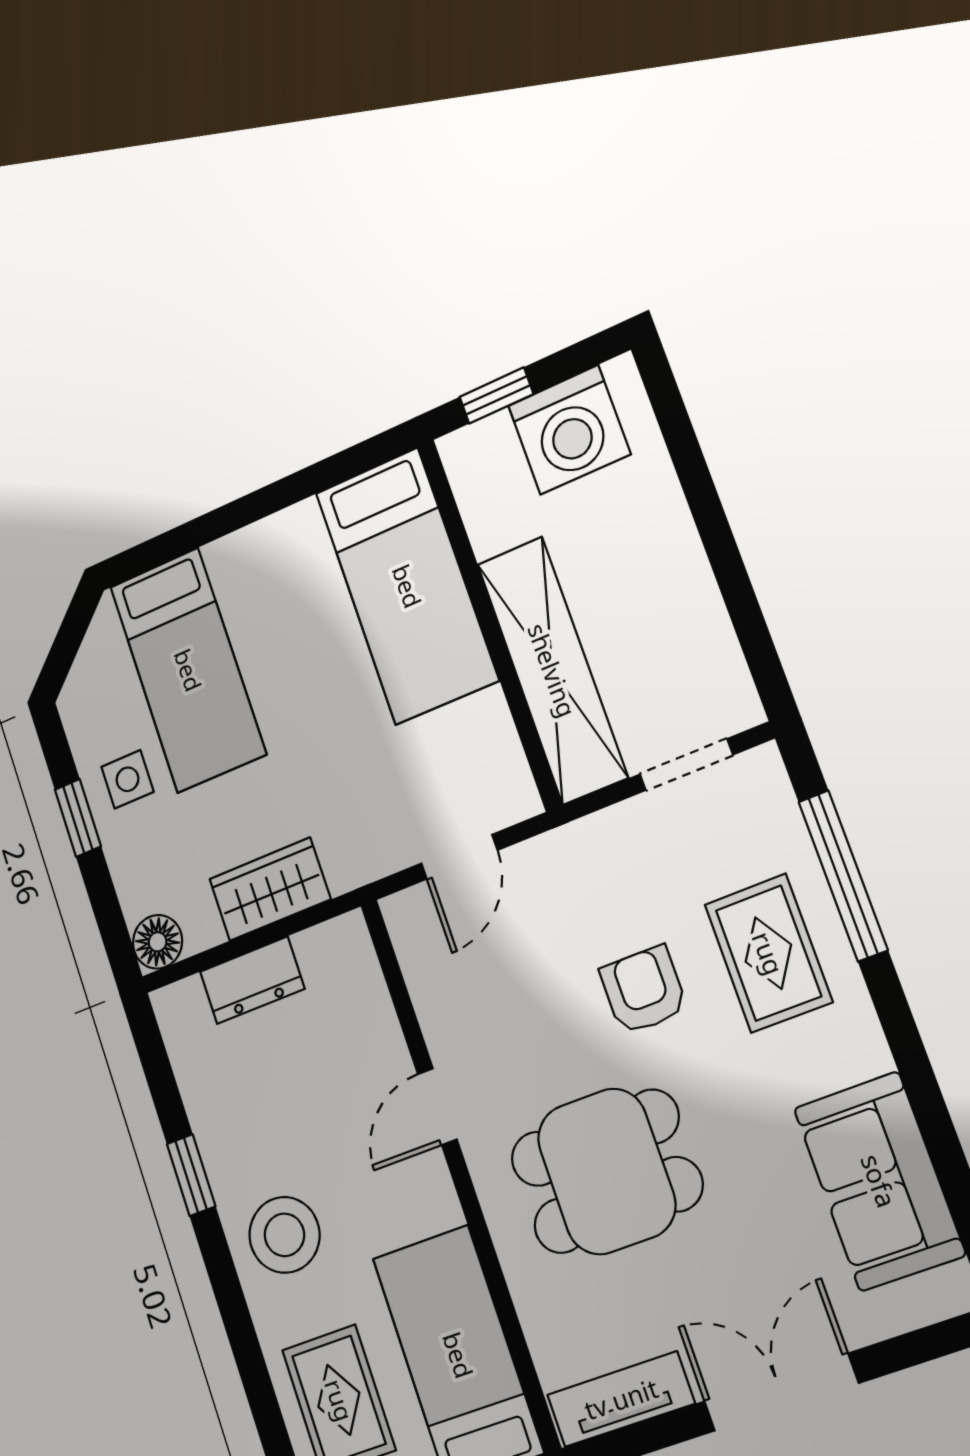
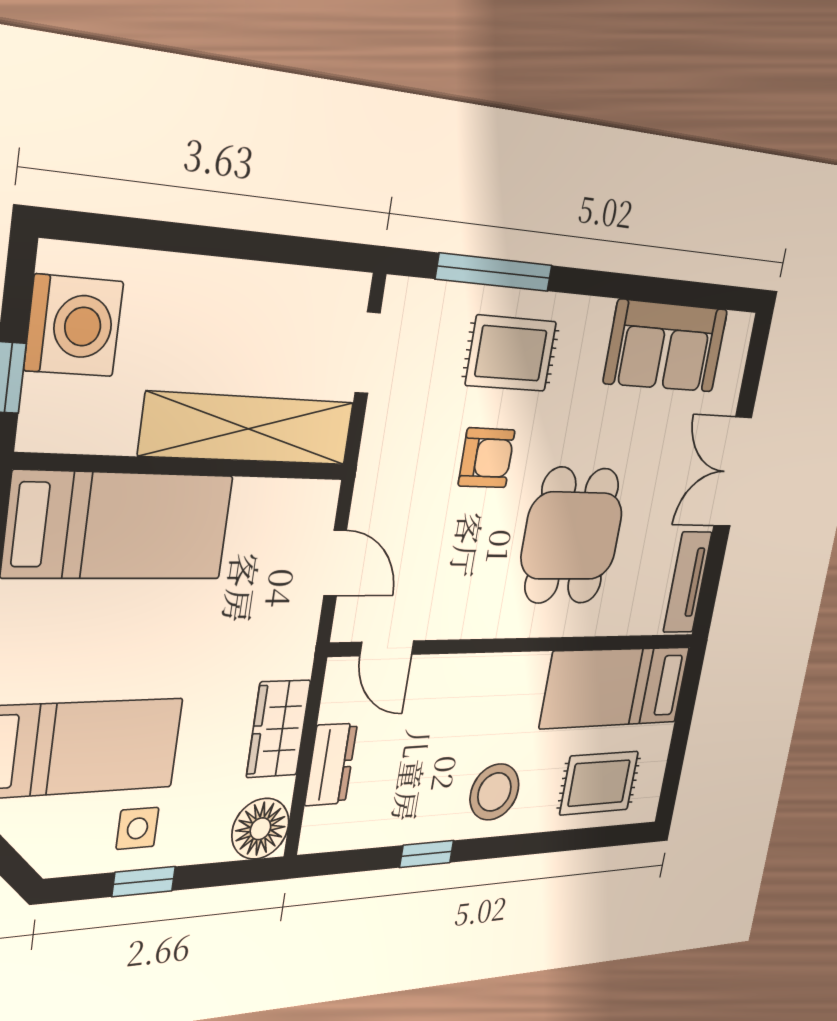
floor lamp: (158, 942) -> (260, 829), width x1.38, depth x1.38
armchair: (644, 990) -> (487, 458), turned 180
door: (437, 1107) -> (387, 648), moved

